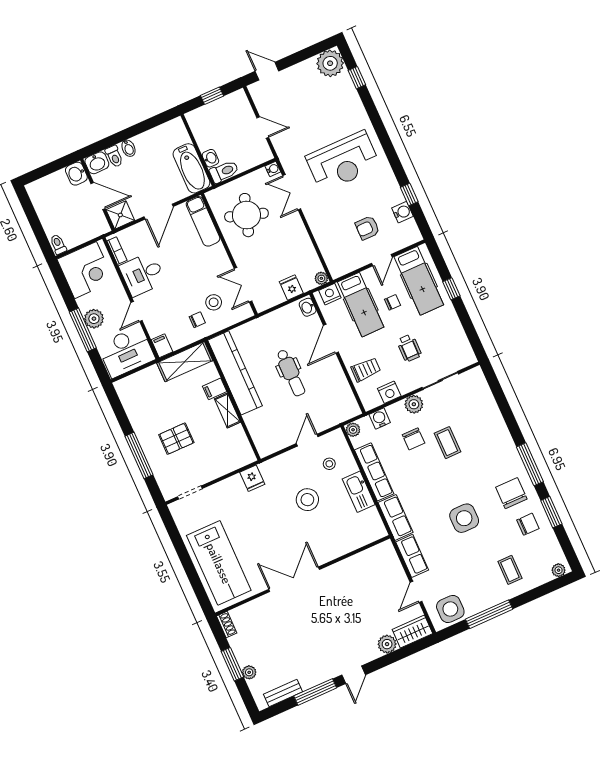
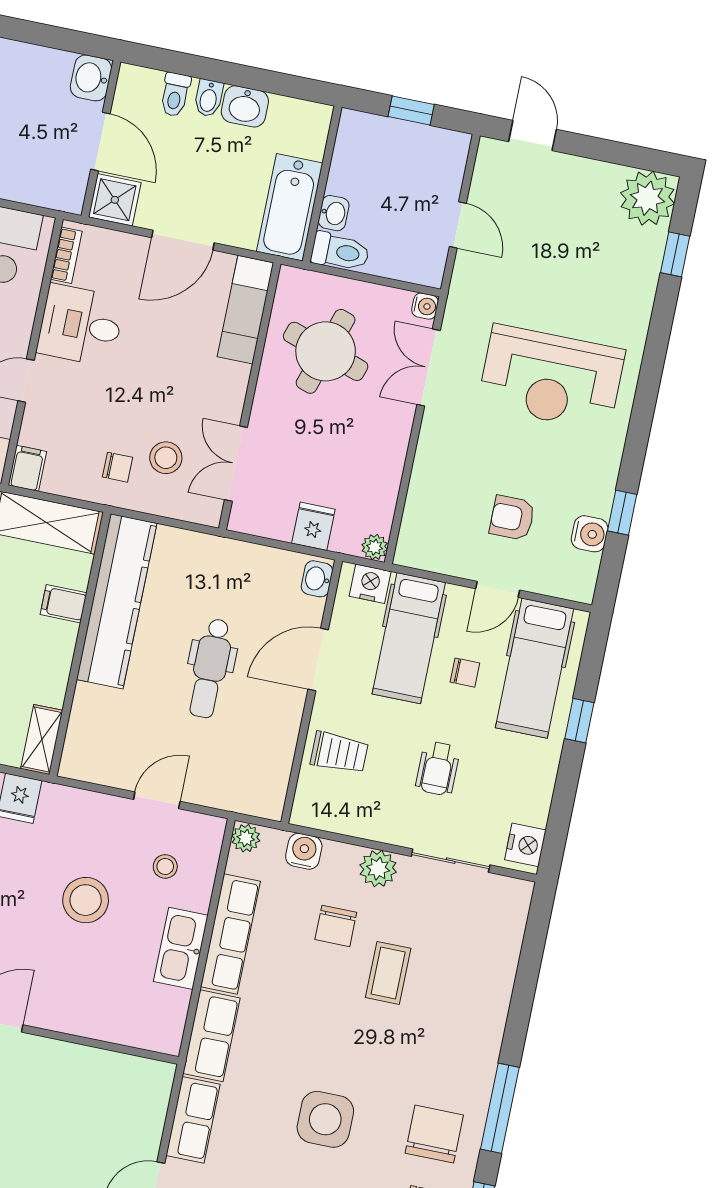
washbasin: (97, 163) -> (245, 106), moved
nightstand: (389, 392) -> (525, 845), moved, turned -90
shelving: (227, 410) -> (42, 740), moved

